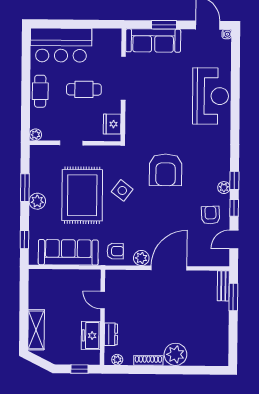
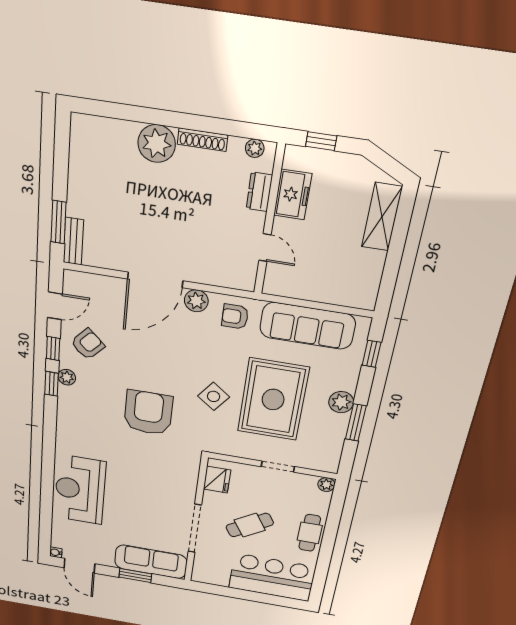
cafe table: (84, 89) -> (250, 525), turned -32
armchair: (211, 215) -> (88, 344), turned -134

